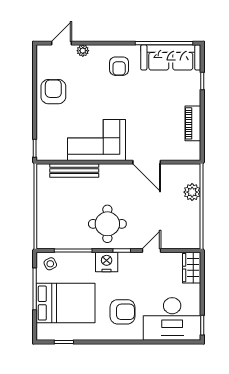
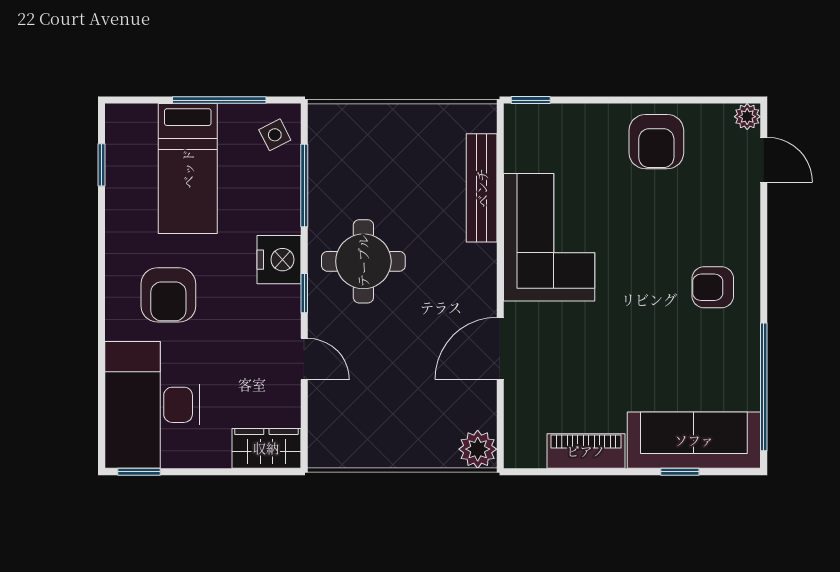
plant: (83, 51) -> (747, 117), moved
sofa: (171, 57) -> (694, 440), moved, turned 90
armchair: (53, 92) -> (656, 142), turned 90
plant: (192, 192) -> (478, 449), moved
bed: (66, 303) -> (188, 169), width x0.67

